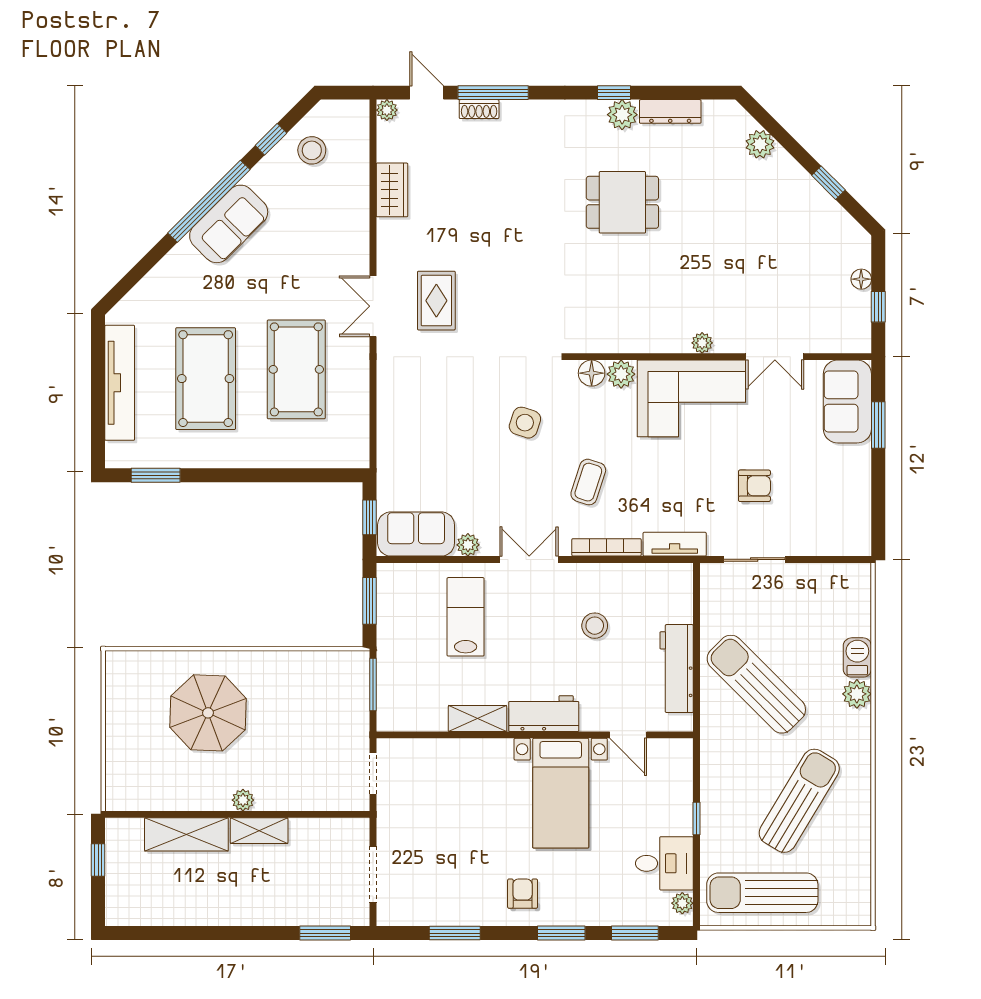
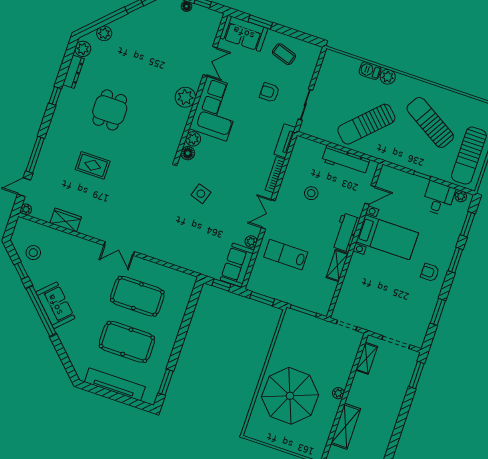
shoe rack: (479, 109) -> (41, 164), removed
plant: (622, 115) -> (83, 49), moved
rug: (436, 301) -> (93, 165), moved
plant: (702, 343) -> (185, 97), width x1.87, depth x1.87
coffee table: (588, 482) -> (284, 54), moved
armchair: (754, 486) -> (270, 92), turned -90
parasol: (208, 713) -> (290, 396), width x1.36, depth x1.36
shelving: (259, 831) -> (367, 358), moved

